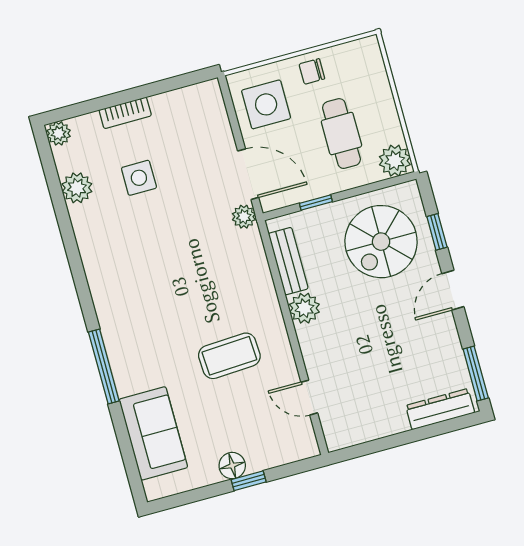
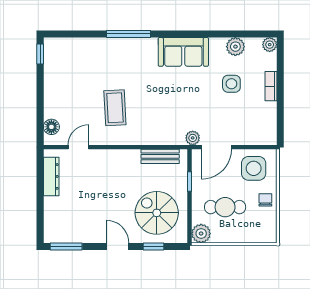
plant: (304, 308) -> (131, 158), removed
dresser: (440, 409) -> (51, 176), moved
sofa: (153, 433) -> (183, 52), moved
floor lamp: (232, 466) -> (51, 127), moved
window: (249, 481) -> (40, 54), moved

